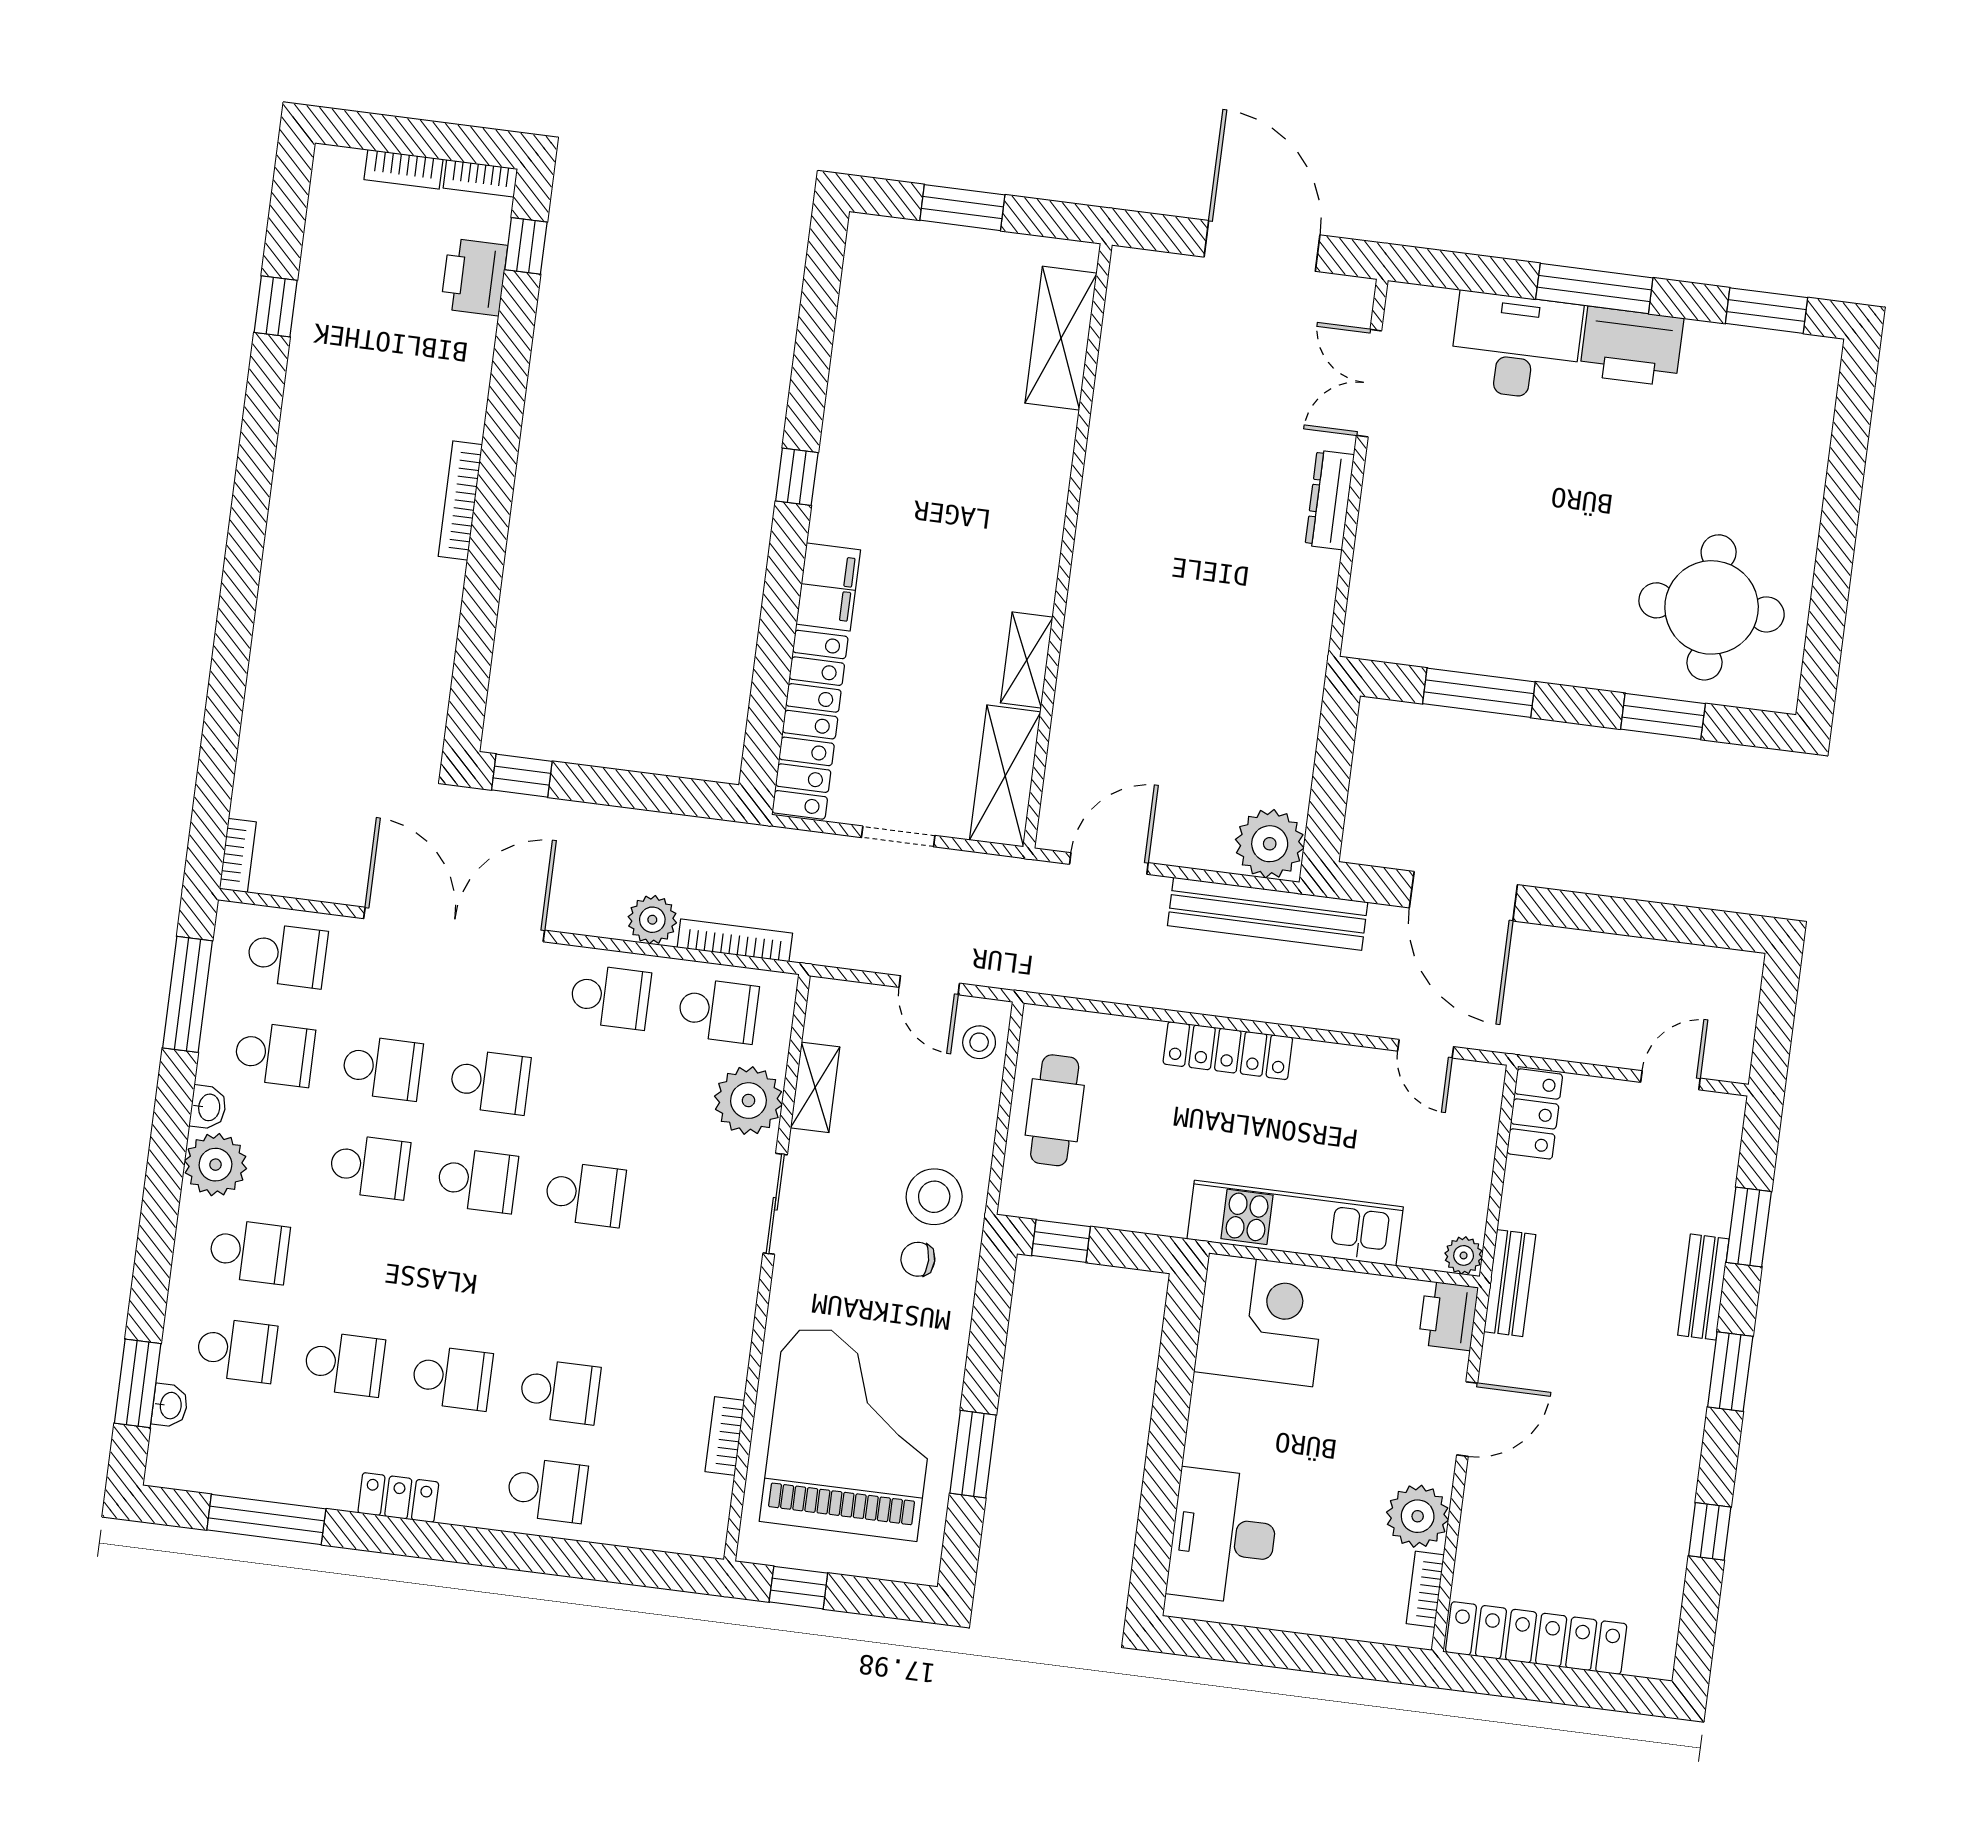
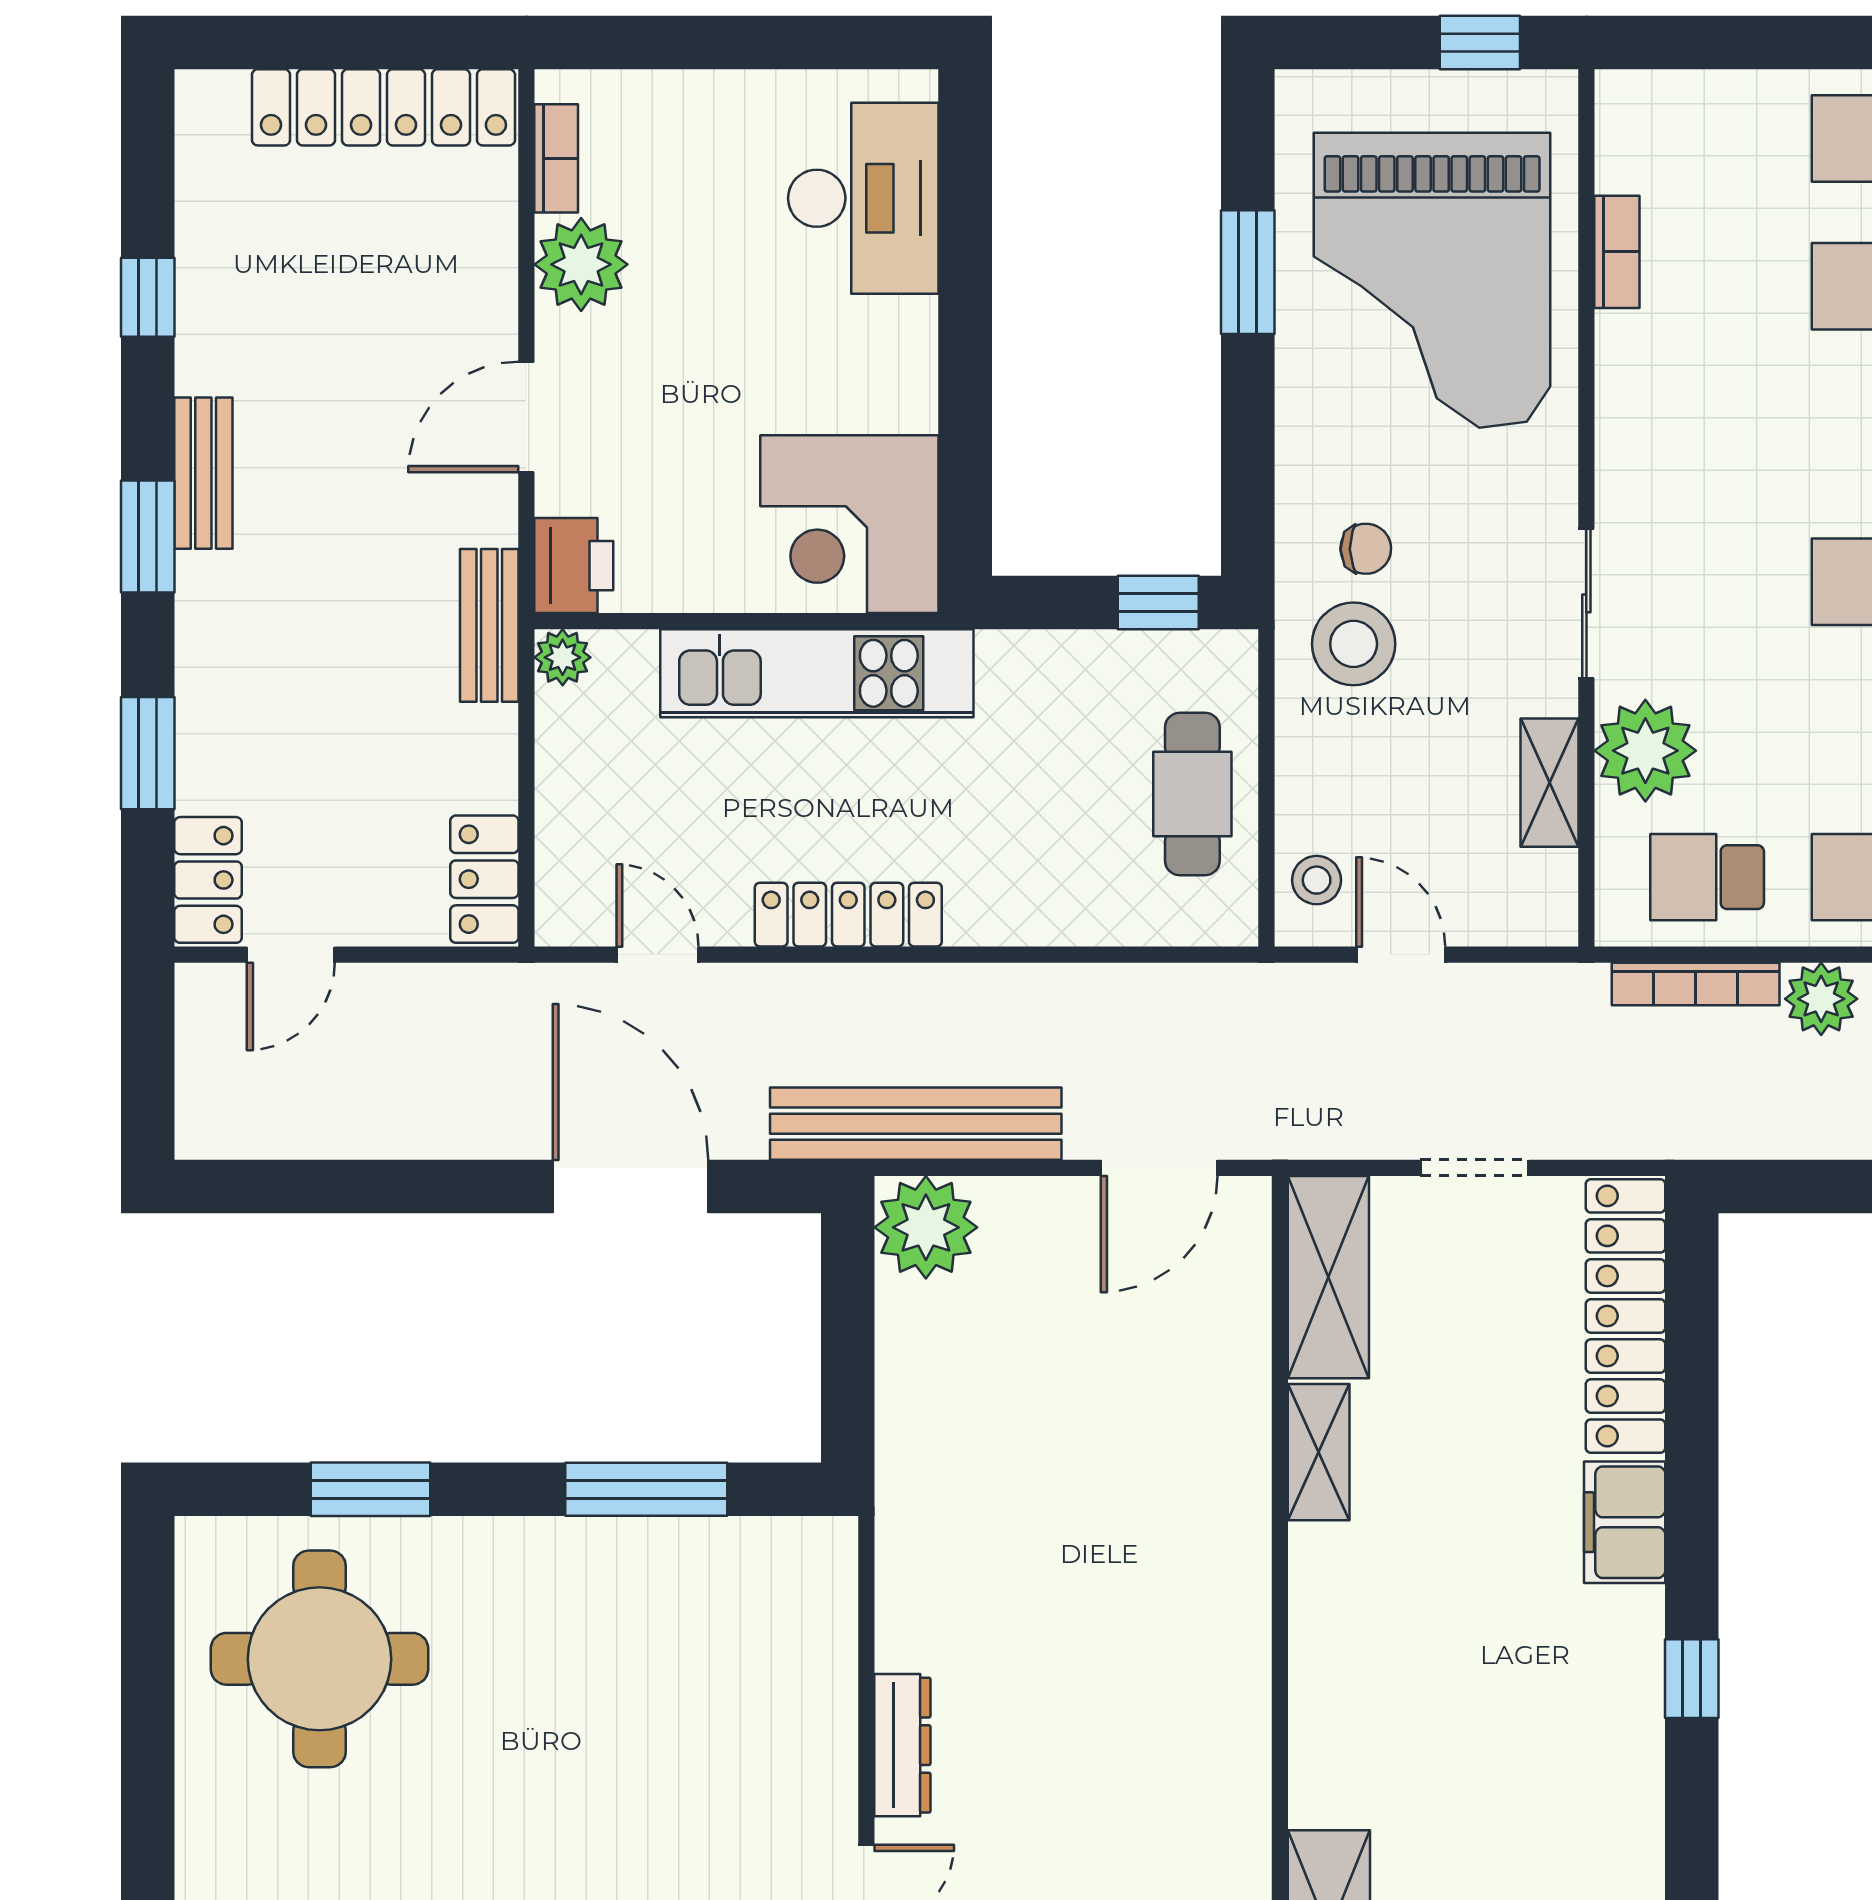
locker: (1228, 1051) -> (848, 915), moved
locker: (1719, 1137) -> (208, 880), added
bench: (1703, 1287) -> (203, 473), moved

